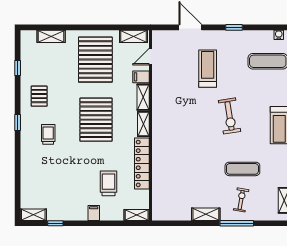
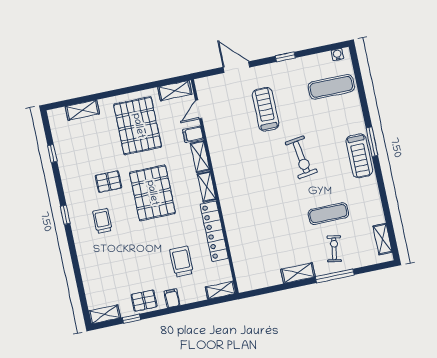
pallet: (39, 96) -> (108, 182), moved, turned 90
pallet: (69, 210) -> (144, 301), added

